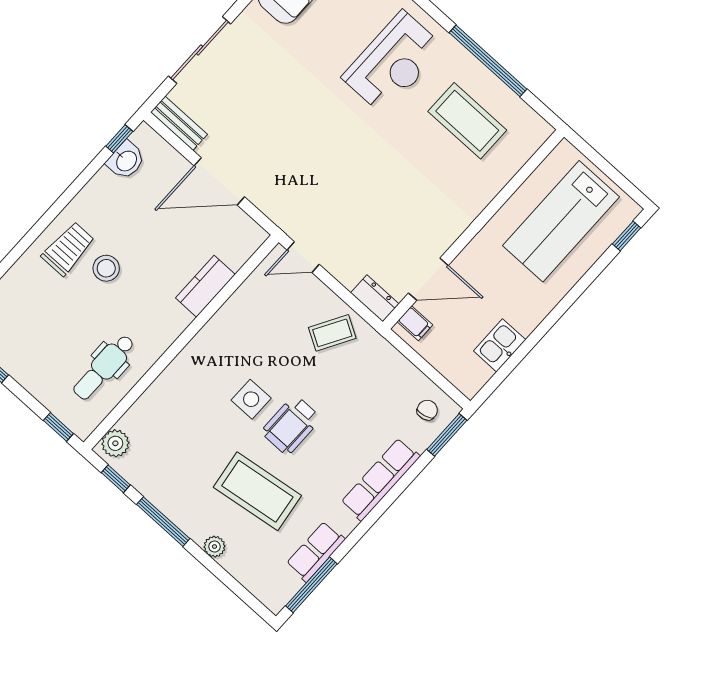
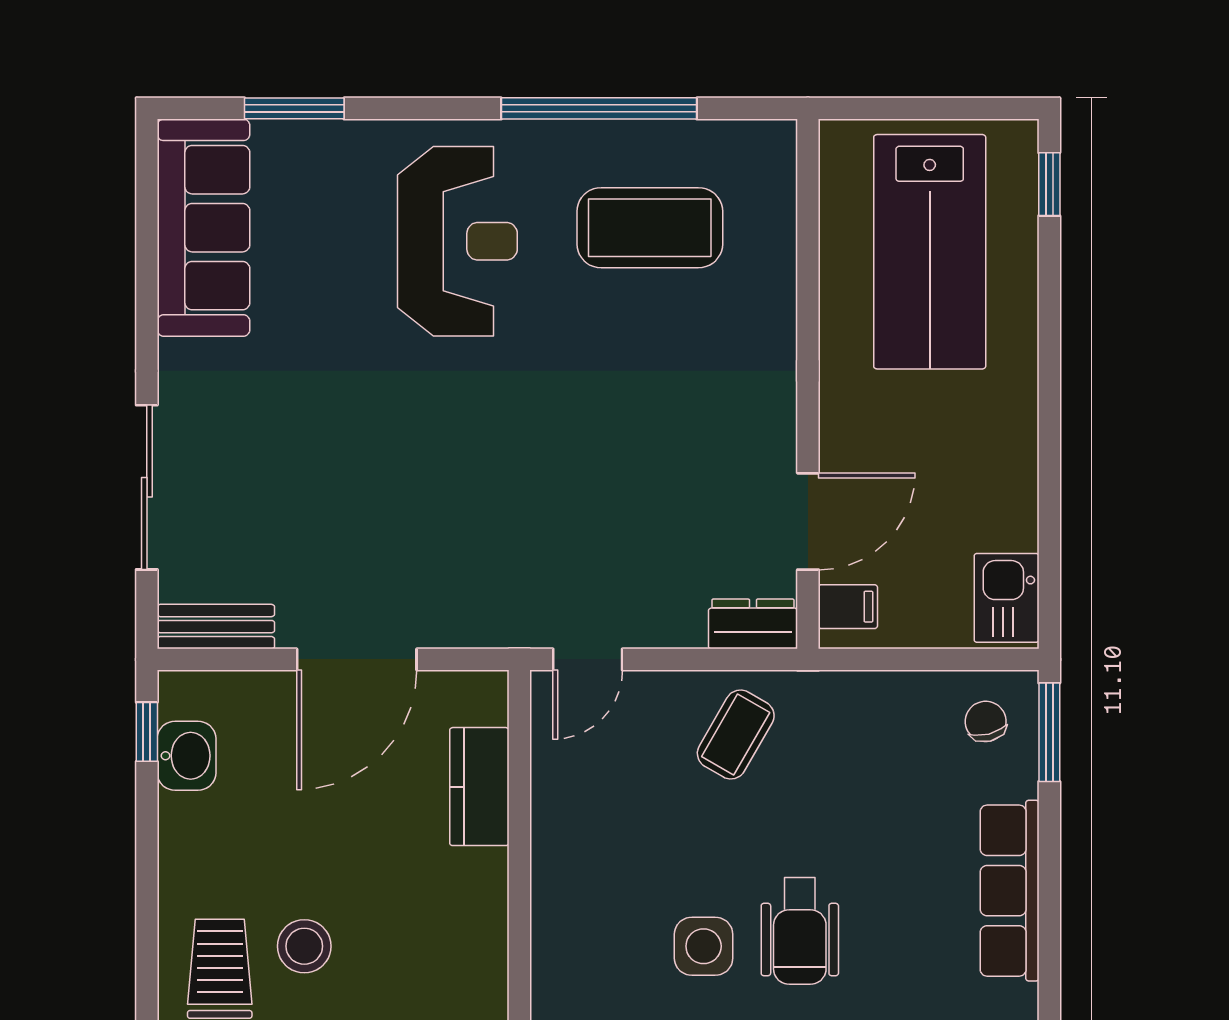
kitchen counter: (205, 286) -> (479, 787), moved
kitchen sink: (500, 345) -> (1007, 598), moved

